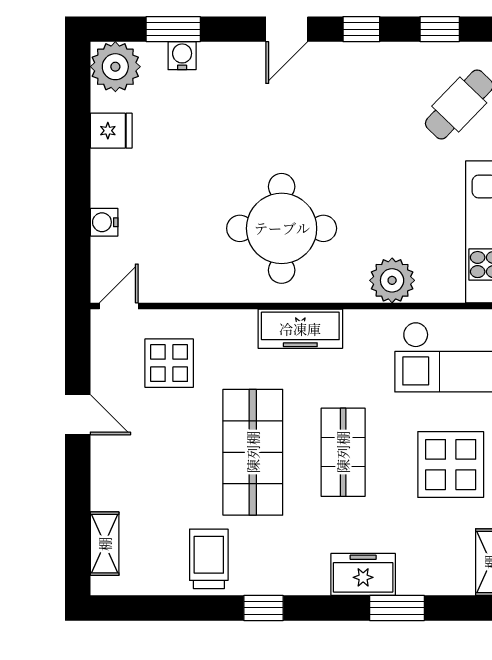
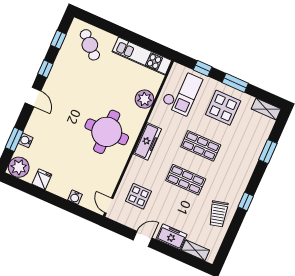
shop shelf: (253, 452) -> (186, 180), width x0.70, depth x0.74
trolley: (209, 559) -> (218, 214), turned -104
freezer: (363, 574) -> (172, 237), moved, turned 90

